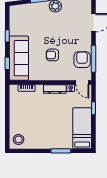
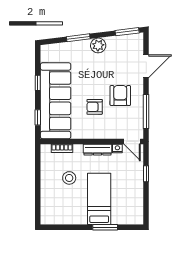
sofa: (19, 58) -> (56, 101), width x1.36, depth x1.27
armchair: (82, 60) -> (120, 95), moved
bed: (82, 128) -> (99, 199), moved
stool: (19, 139) -> (69, 178), moved

